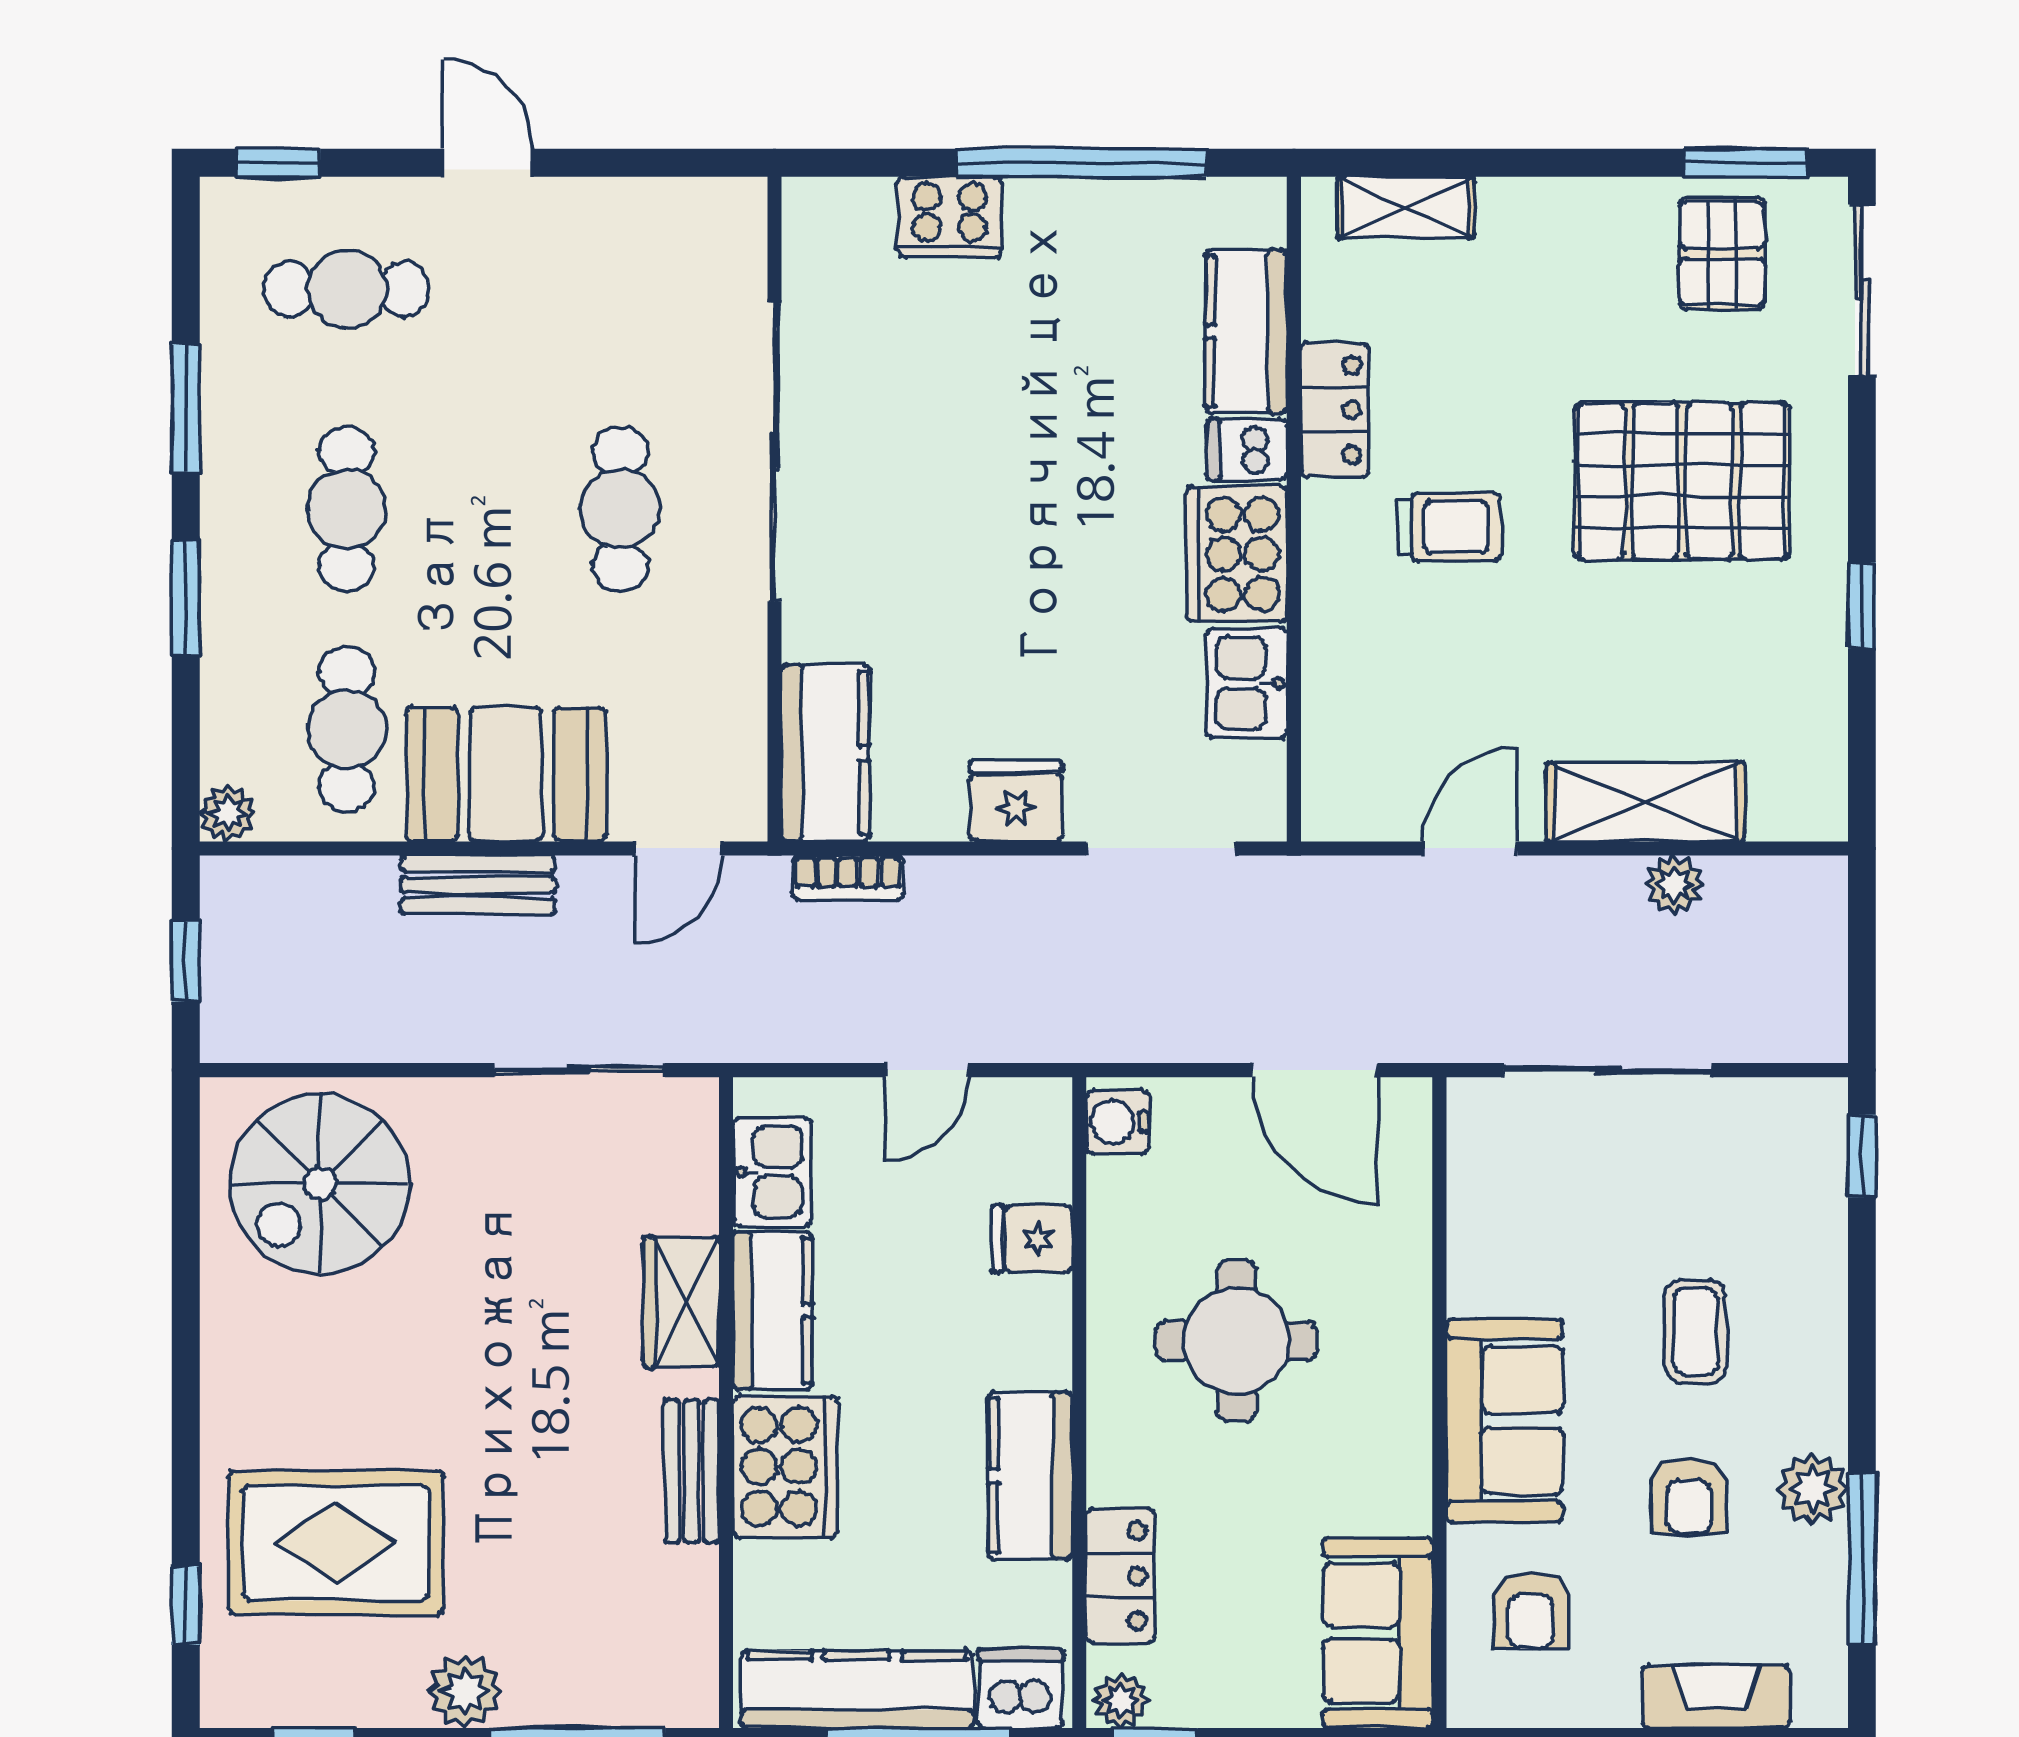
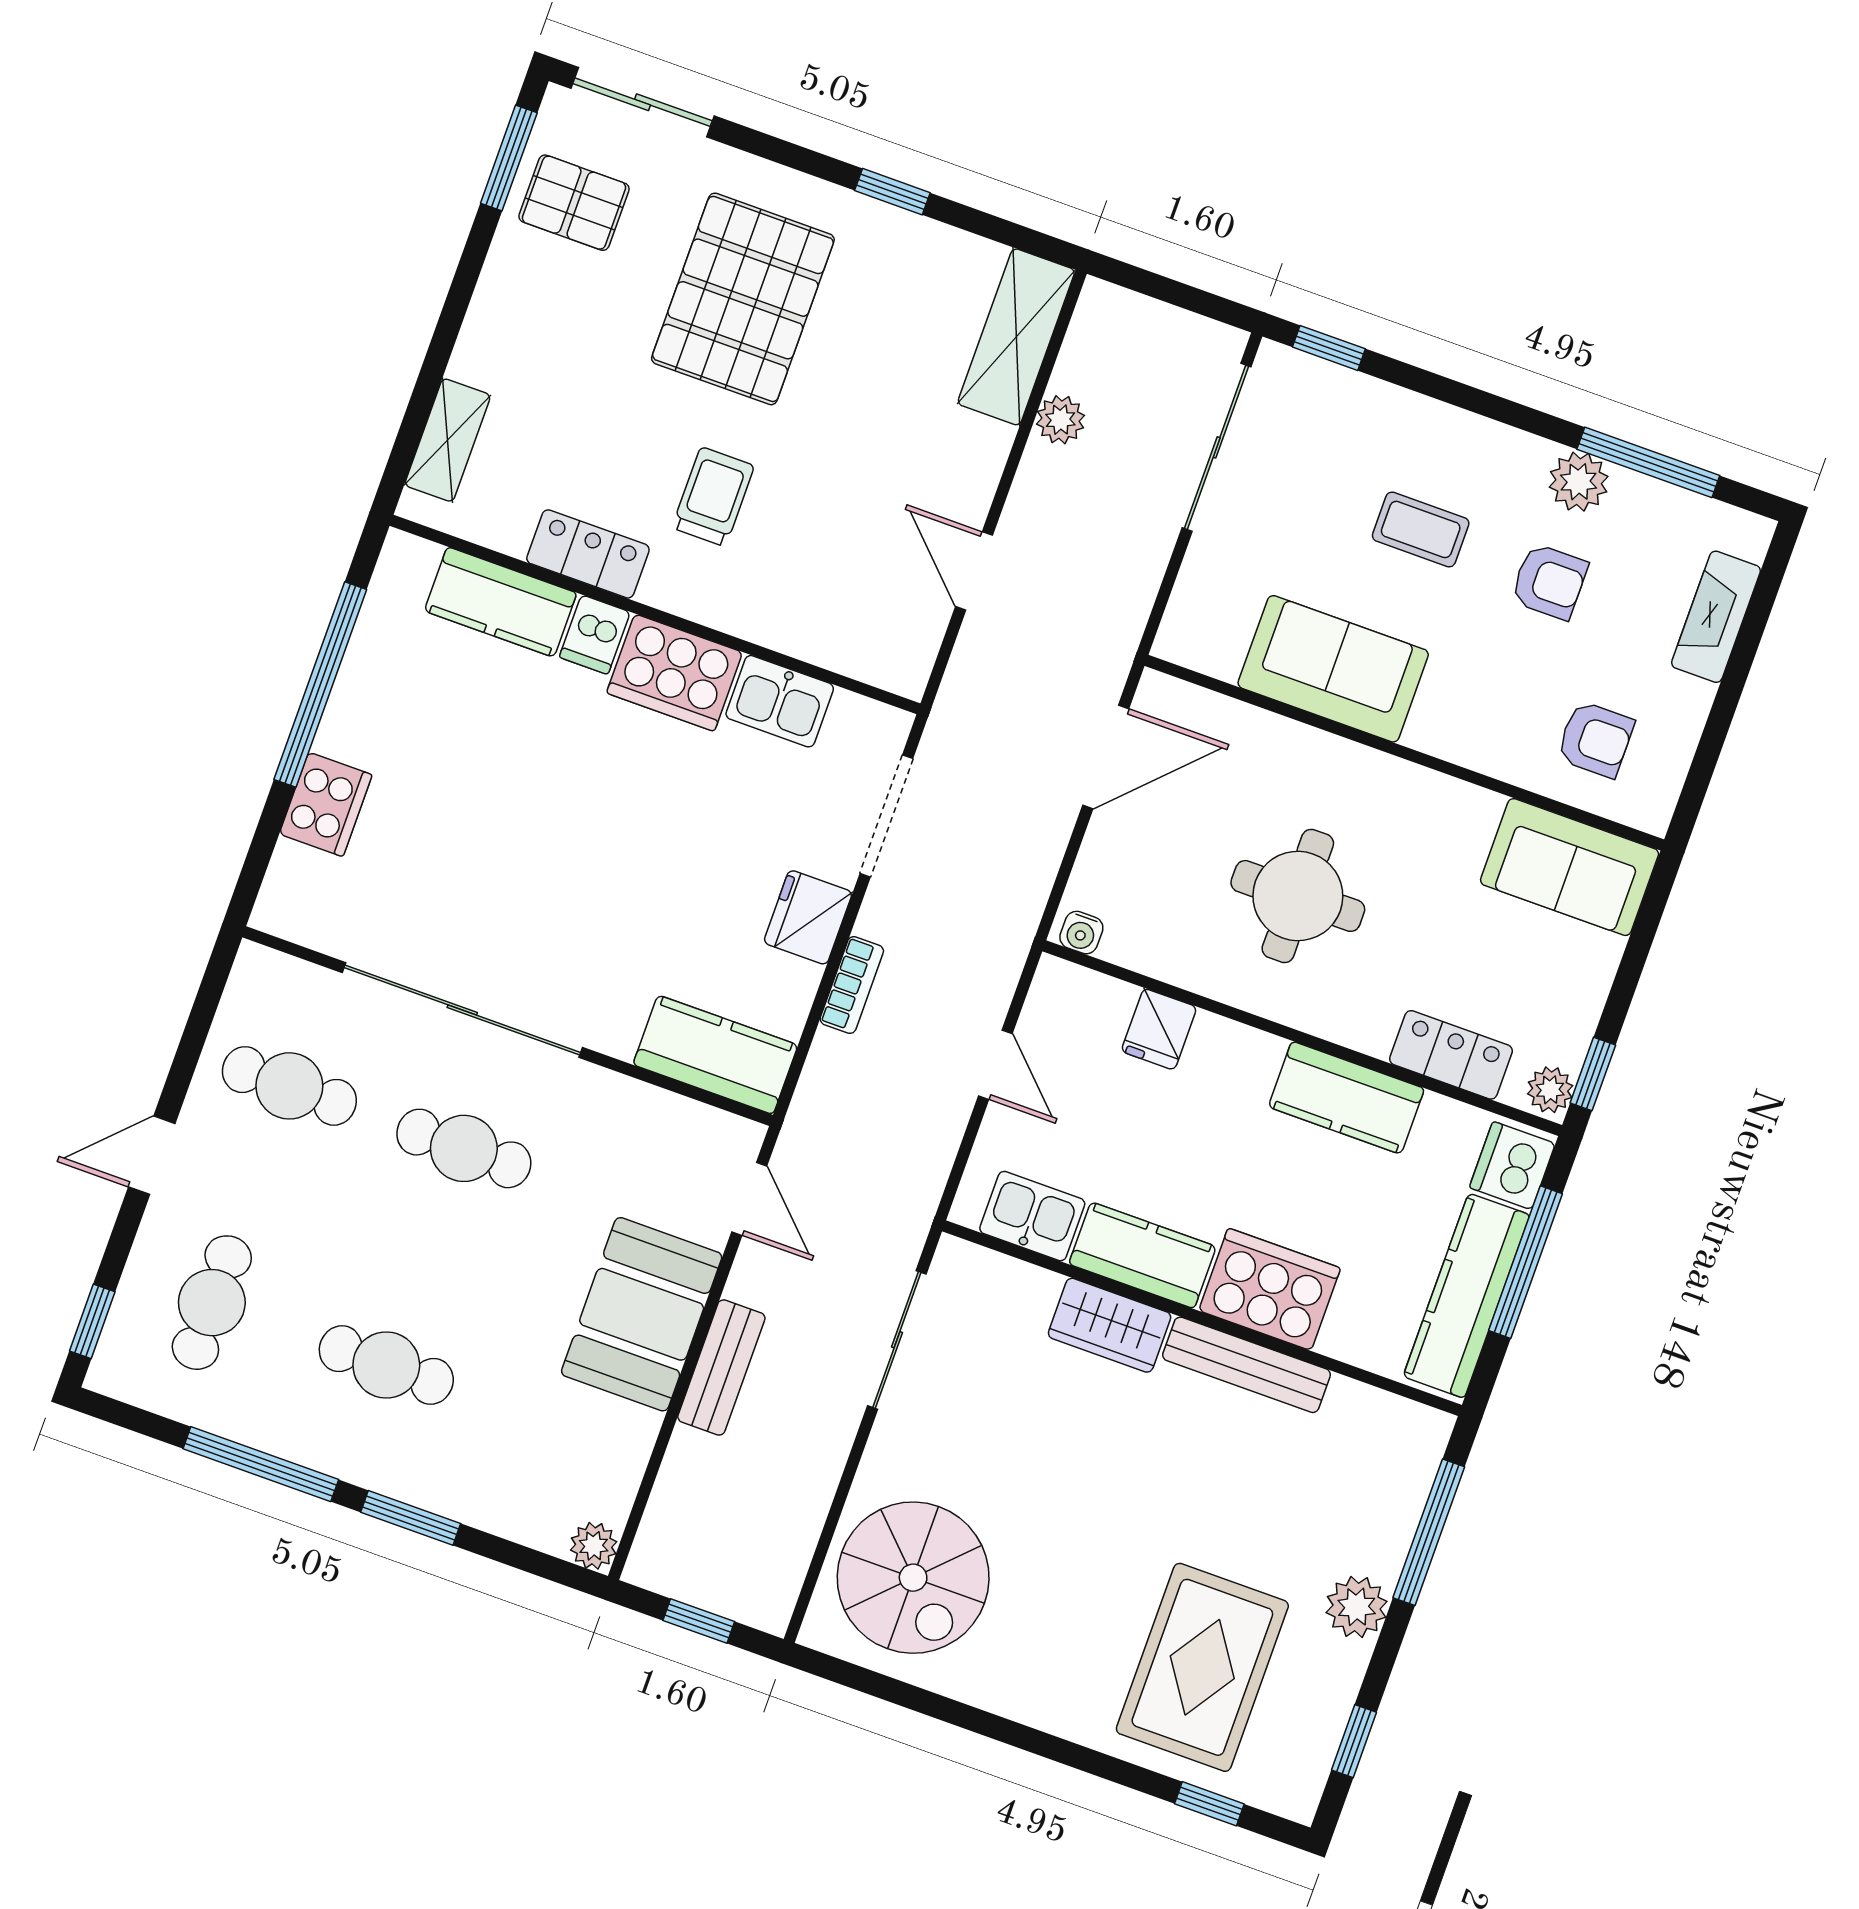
window: (186, 408) -> (261, 1464), width x1.44
cafe table: (347, 729) -> (289, 1086), moved
shelving: (1645, 802) -> (1016, 337), moved
bookcase: (848, 878) -> (852, 985), moved
sliding door: (1608, 1070) -> (1216, 447), moved
water cooler: (1118, 1122) -> (1081, 933), width x0.72, depth x0.72
sofa: (1505, 1420) -> (1333, 669), moved
bench: (692, 1471) -> (1247, 1365), width x1.36

